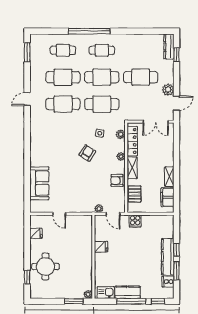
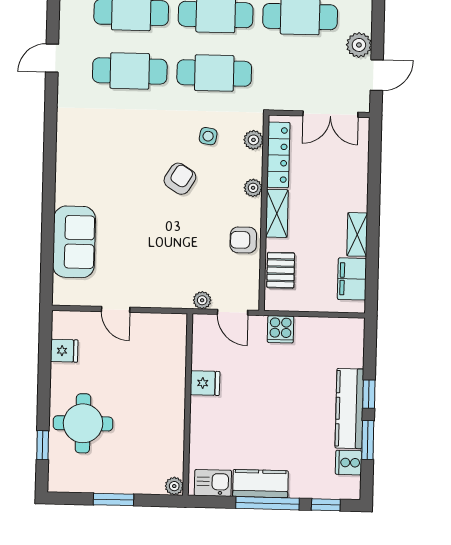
window: (74, 301) -> (113, 499), moved

